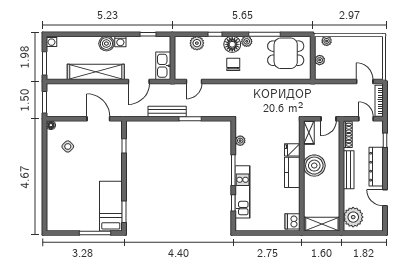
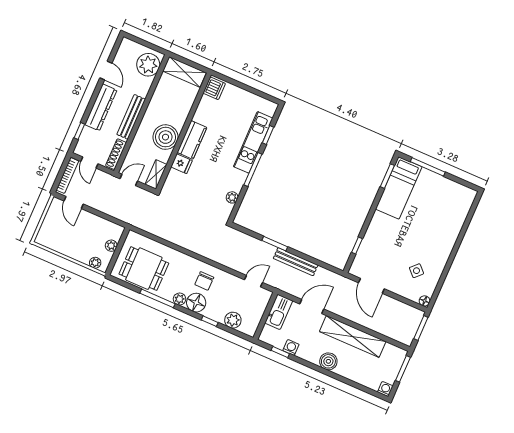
washing machine: (120, 42) -> (291, 348), moved

